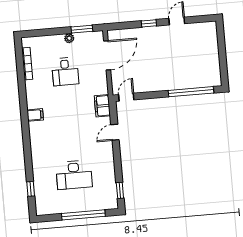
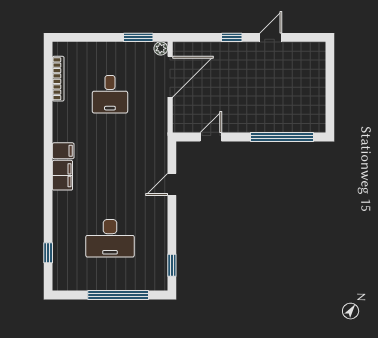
plant: (69, 38) -> (161, 48), moved
door: (126, 97) -> (211, 137), moved
filing cabinet: (102, 106) -> (62, 175), moved, turned 180

